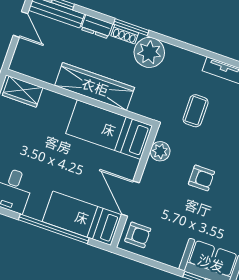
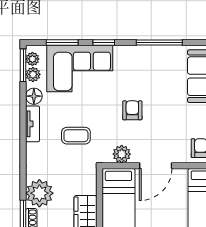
door: (130, 198) -> (156, 166), moved

